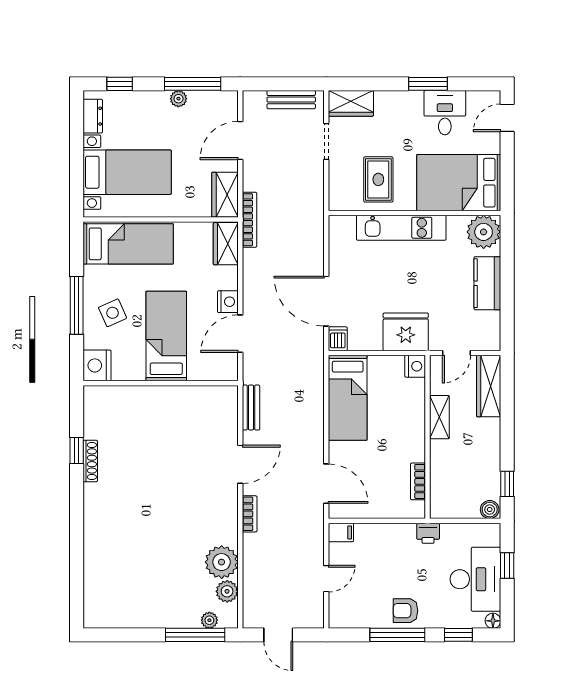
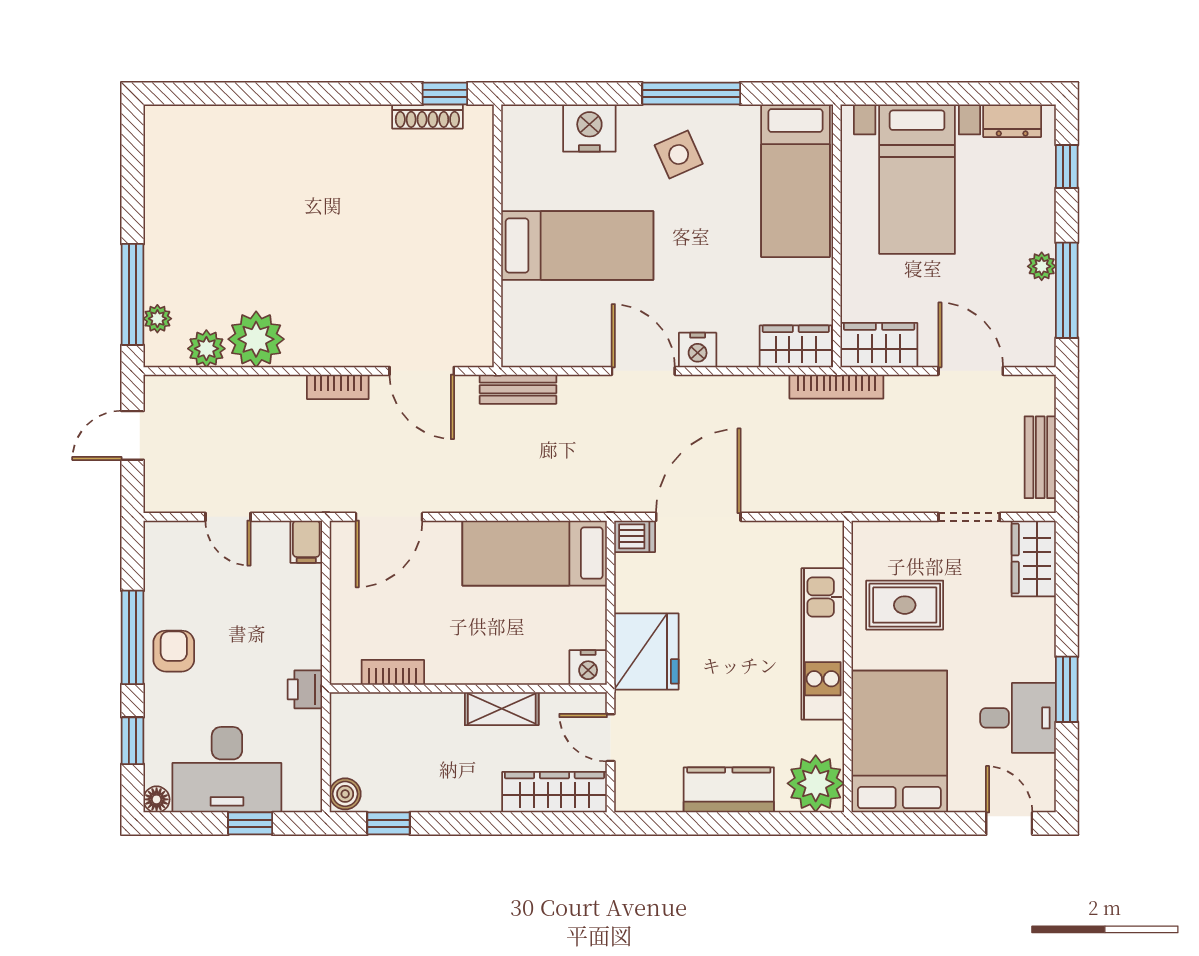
bed: (166, 336) -> (577, 245), moved
wall: (161, 383) -> (497, 236), moved

